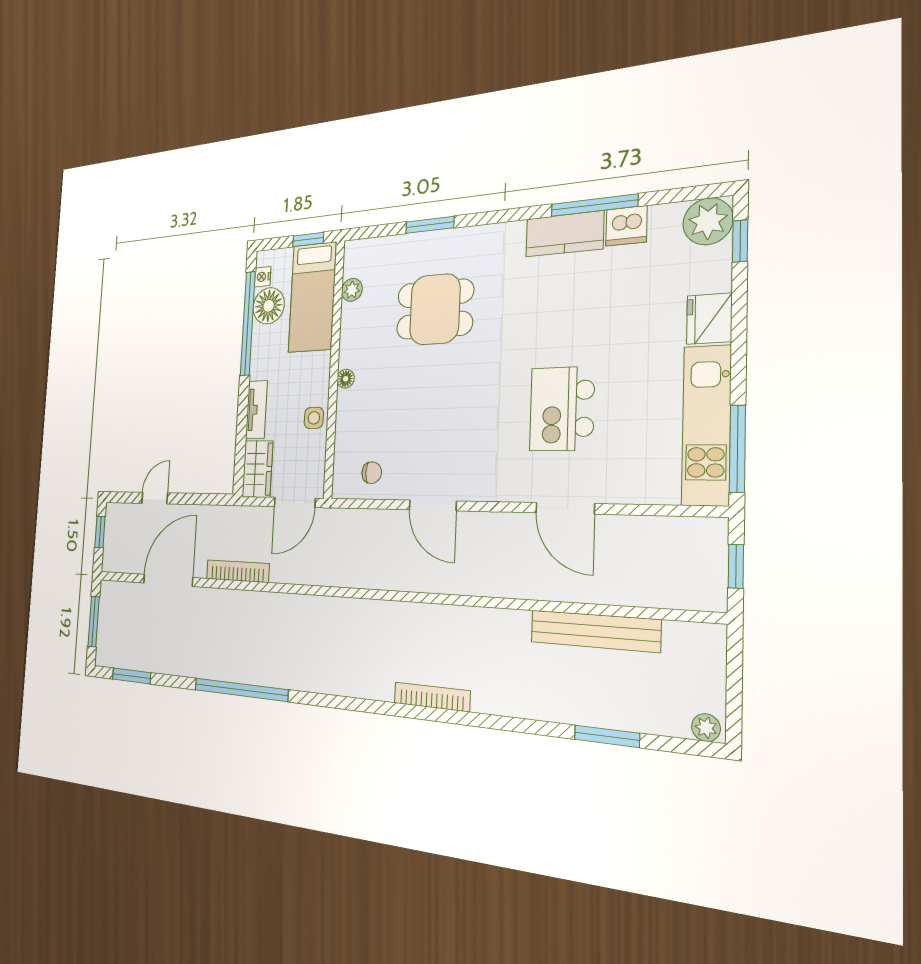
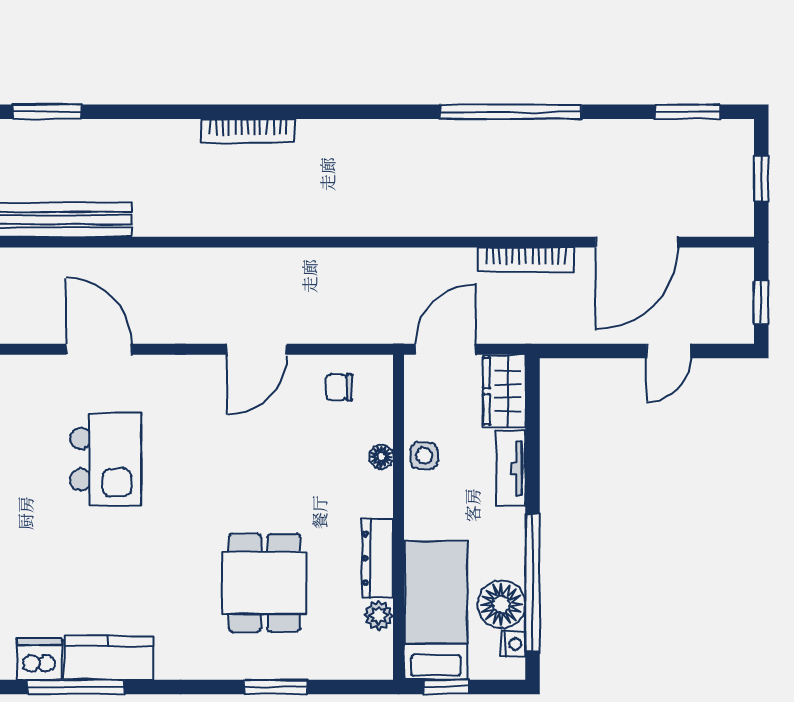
dining table: (435, 309) -> (264, 583), turned 90
dresser: (350, 335) -> (378, 558), added
floor lamp: (346, 379) -> (381, 457), moved
door: (433, 505) -> (257, 349), swing flipped
window: (94, 622) -> (761, 178), width x0.67

